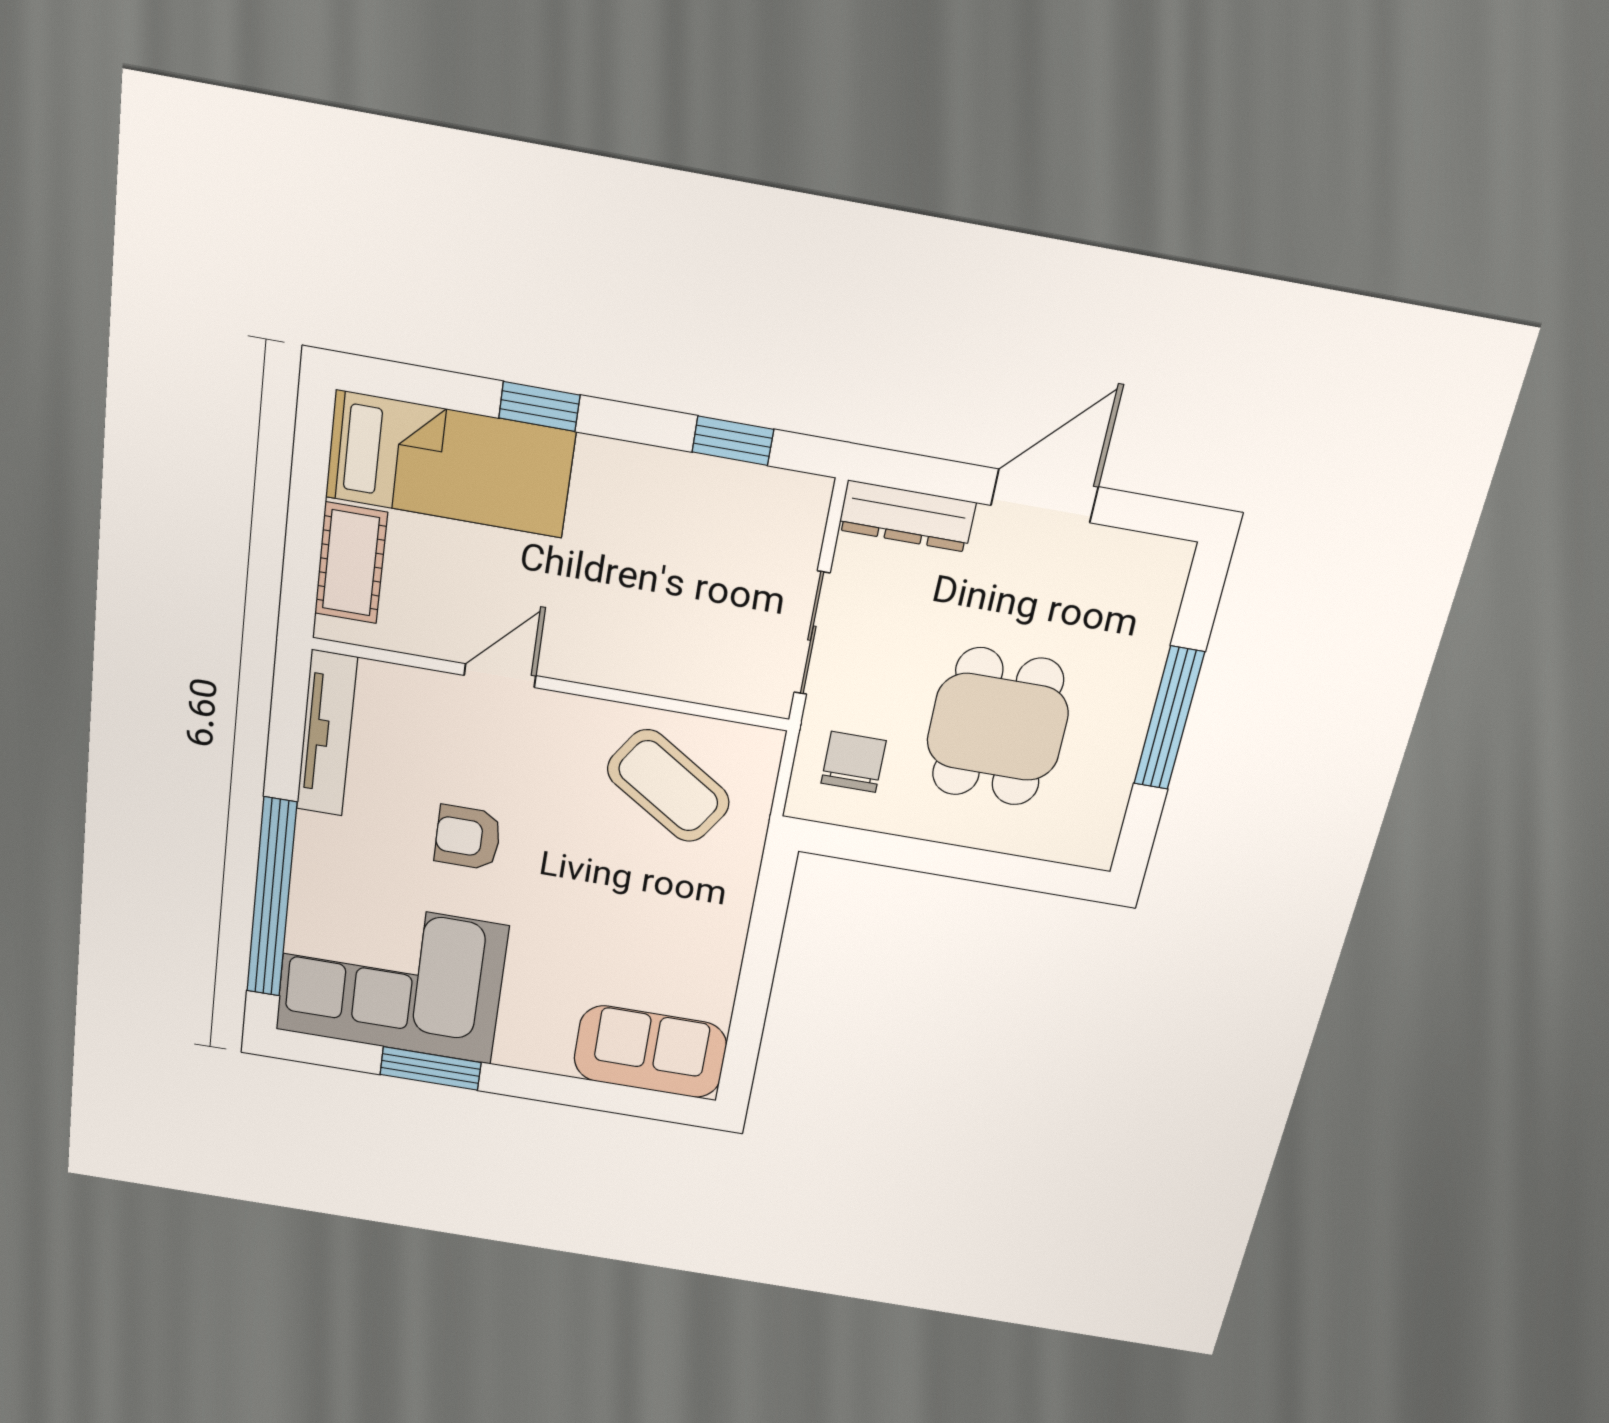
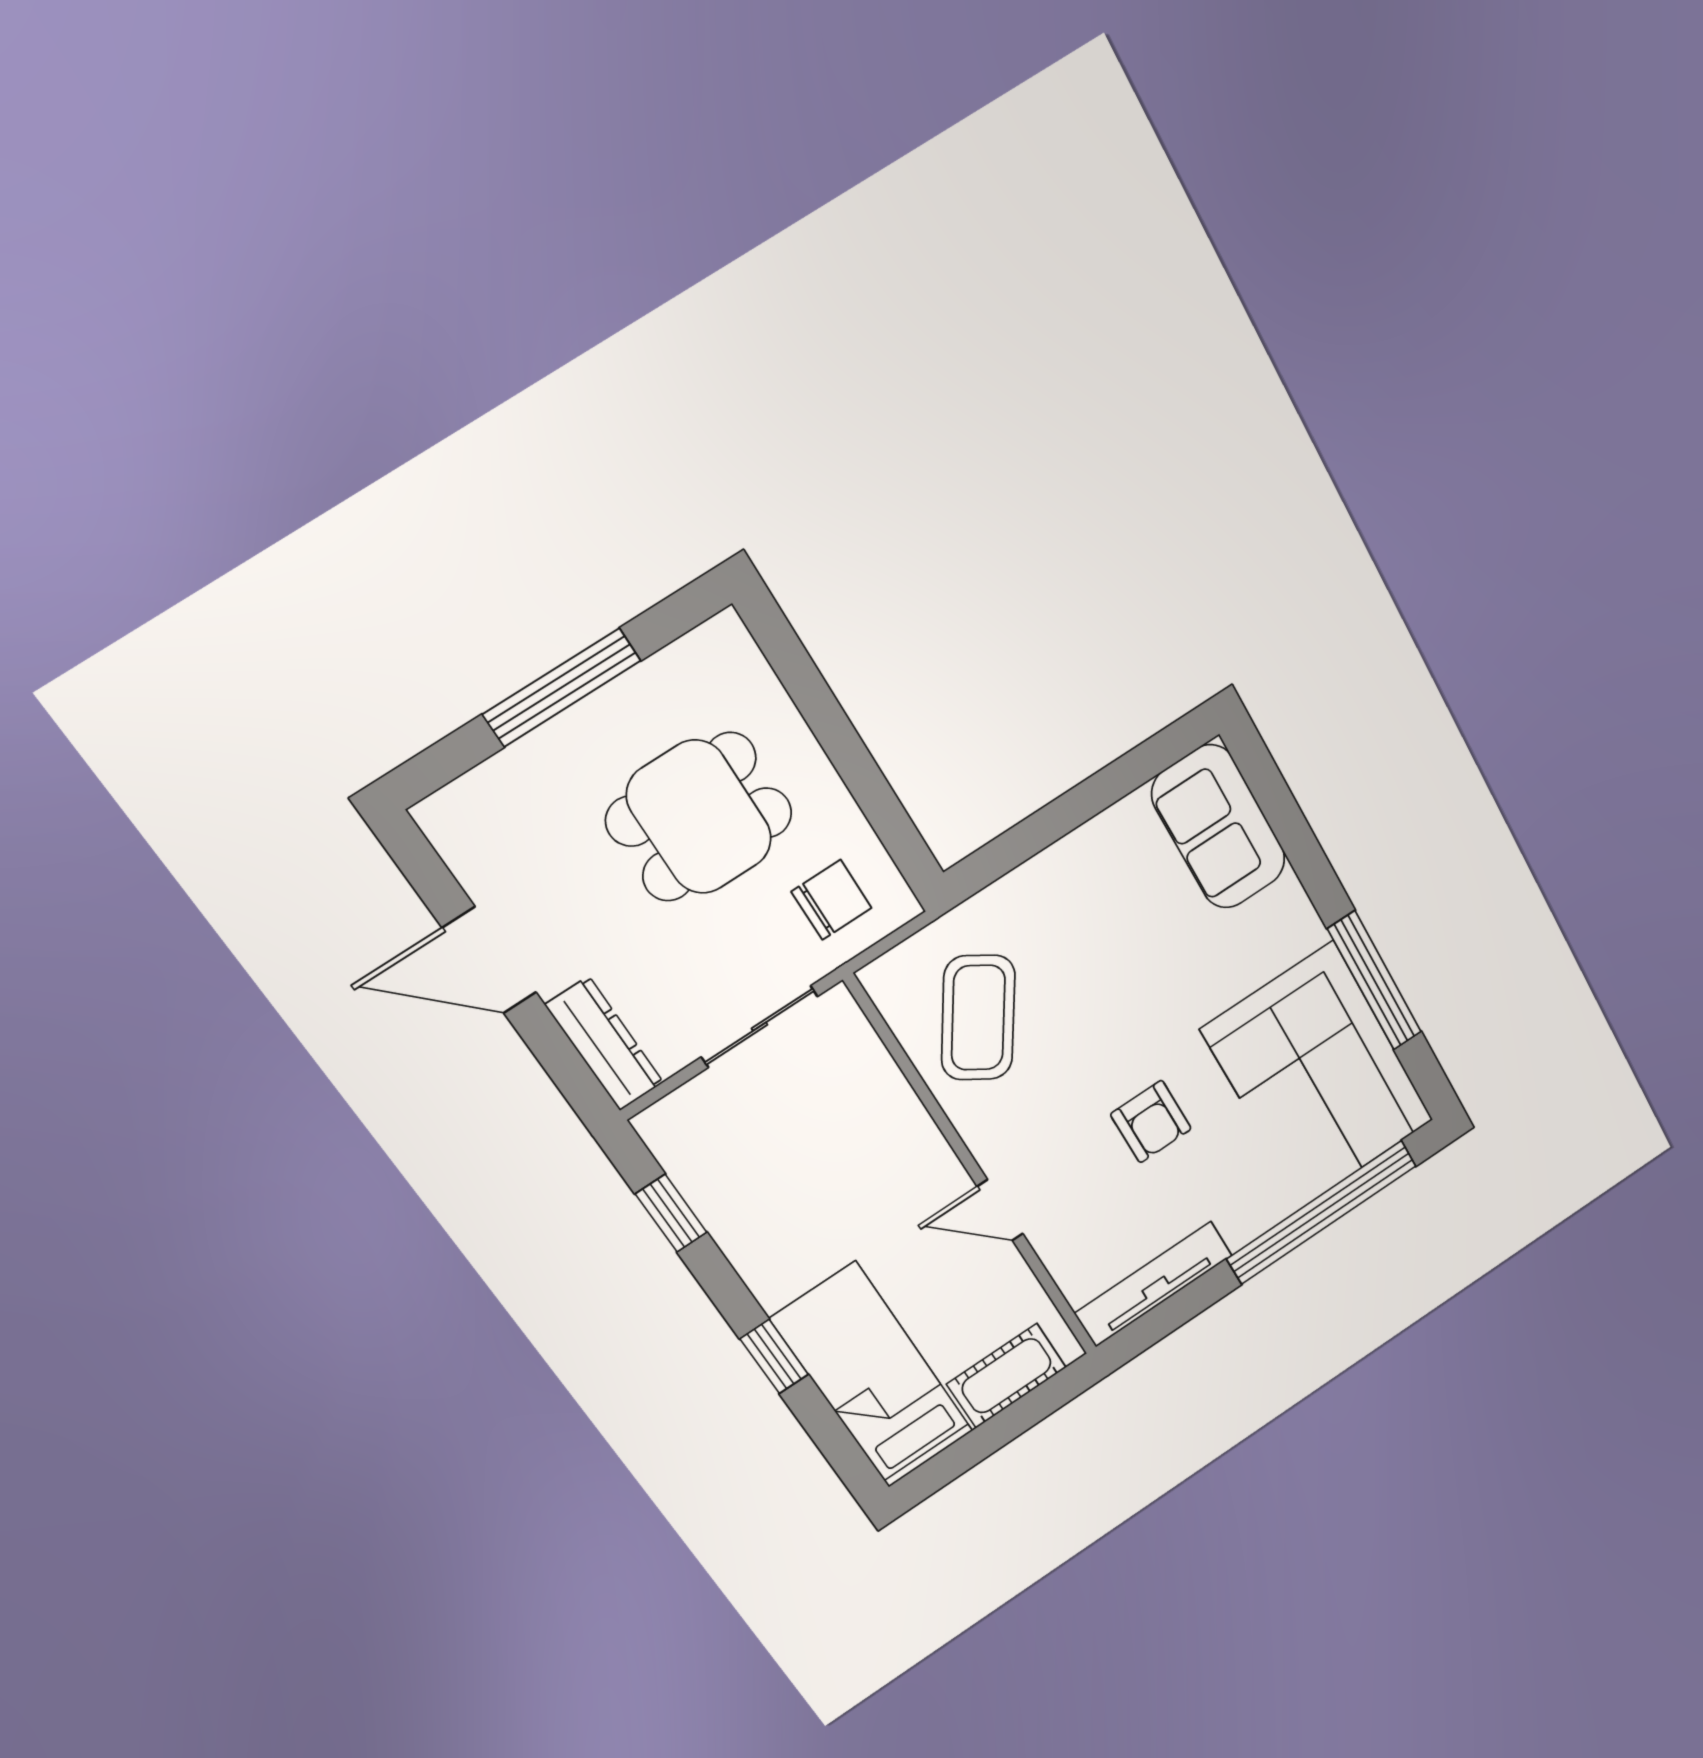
chair: (854, 762) -> (831, 900), turned 180
window: (431, 1068) -> (1375, 981), width x1.44

